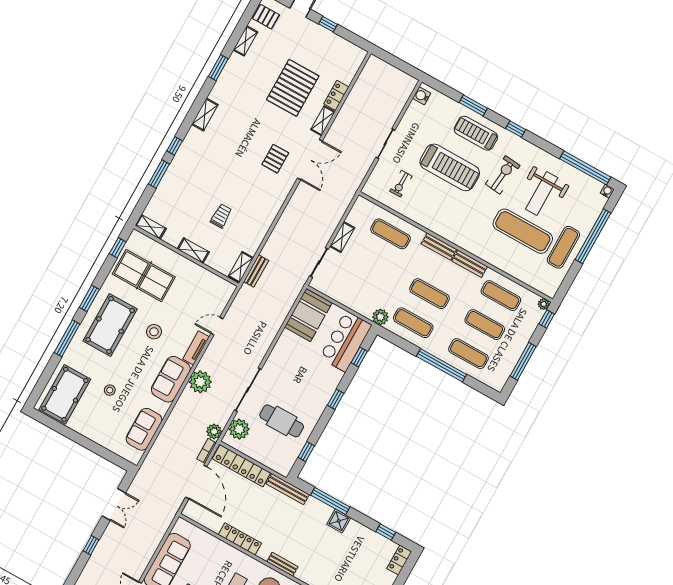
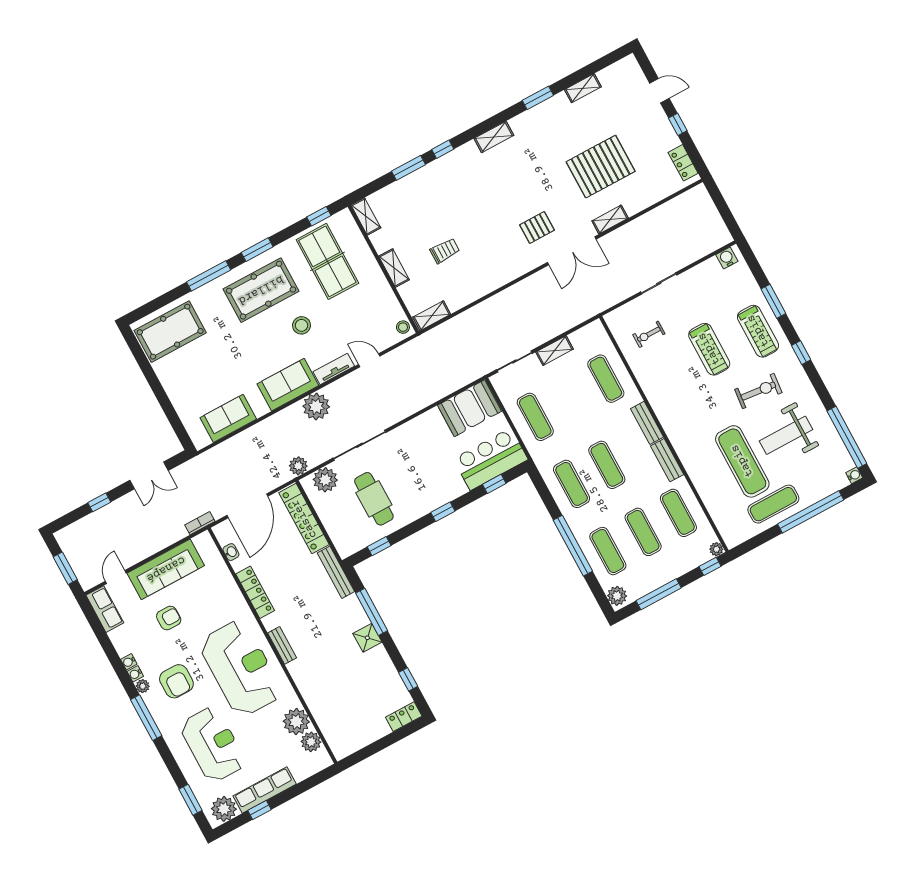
pallet: (266, 17) -> (619, 77), removed
locker: (336, 95) -> (683, 163), moved, turned -90
treadmill: (476, 133) -> (758, 331), turned 180
treadmill: (450, 167) -> (709, 349), width x0.73, depth x0.73
bench: (256, 271) -> (445, 330), removed
exercise mat: (358, 292) -> (535, 417), added
plant: (380, 317) -> (617, 596), moved
stool: (110, 390) -> (403, 327), moved
bookcase: (207, 451) -> (200, 523), moved
washbasin: (205, 522) -> (231, 552), added

